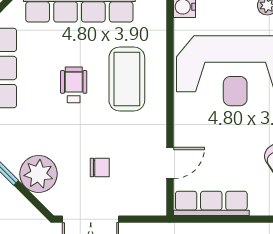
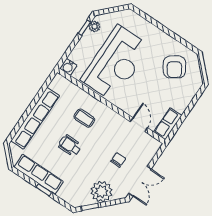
coffee table: (127, 79) -> (84, 118), width x0.54, depth x0.58
row of seats: (211, 203) -> (168, 124), width x0.68

